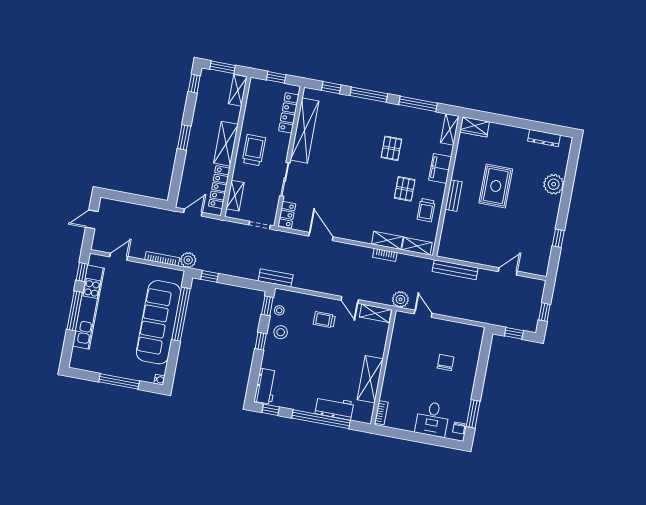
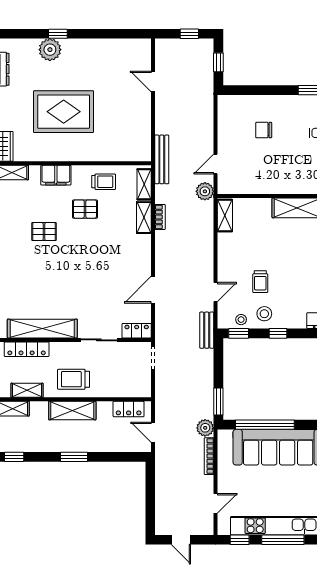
rug: (496, 186) -> (64, 112), width x1.37, depth x1.44
locker: (219, 187) -> (129, 409), width x0.66
shelving: (235, 196) -> (27, 390), moved
bench: (454, 196) -> (82, 155), removed
window: (558, 238) -> (58, 34), moved
door: (119, 257) -> (216, 503), swing flipped
bench: (455, 270) -> (162, 159), moved
window: (210, 276) -> (218, 402), width x1.50
door: (350, 300) -> (216, 292), moved
trolley: (324, 320) -> (260, 282), moved

